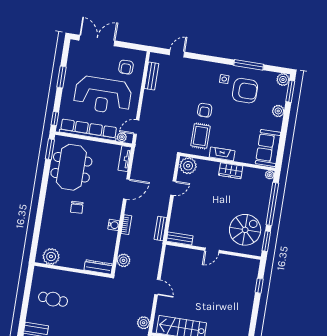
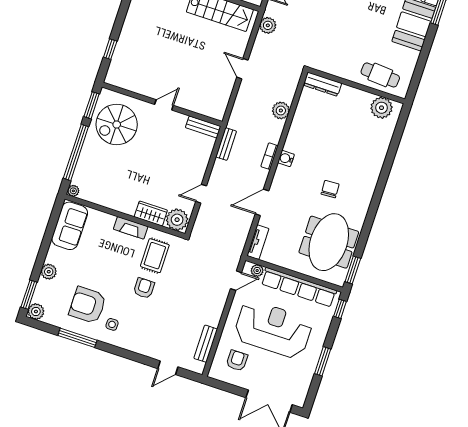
wardrobe: (231, 171) -> (151, 213), moved
plant: (51, 256) -> (382, 108), moved
dresser: (98, 267) -> (322, 84), moved
wall: (73, 270) -> (356, 86), moved

